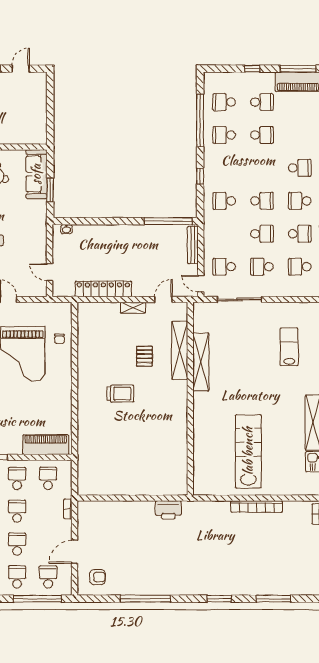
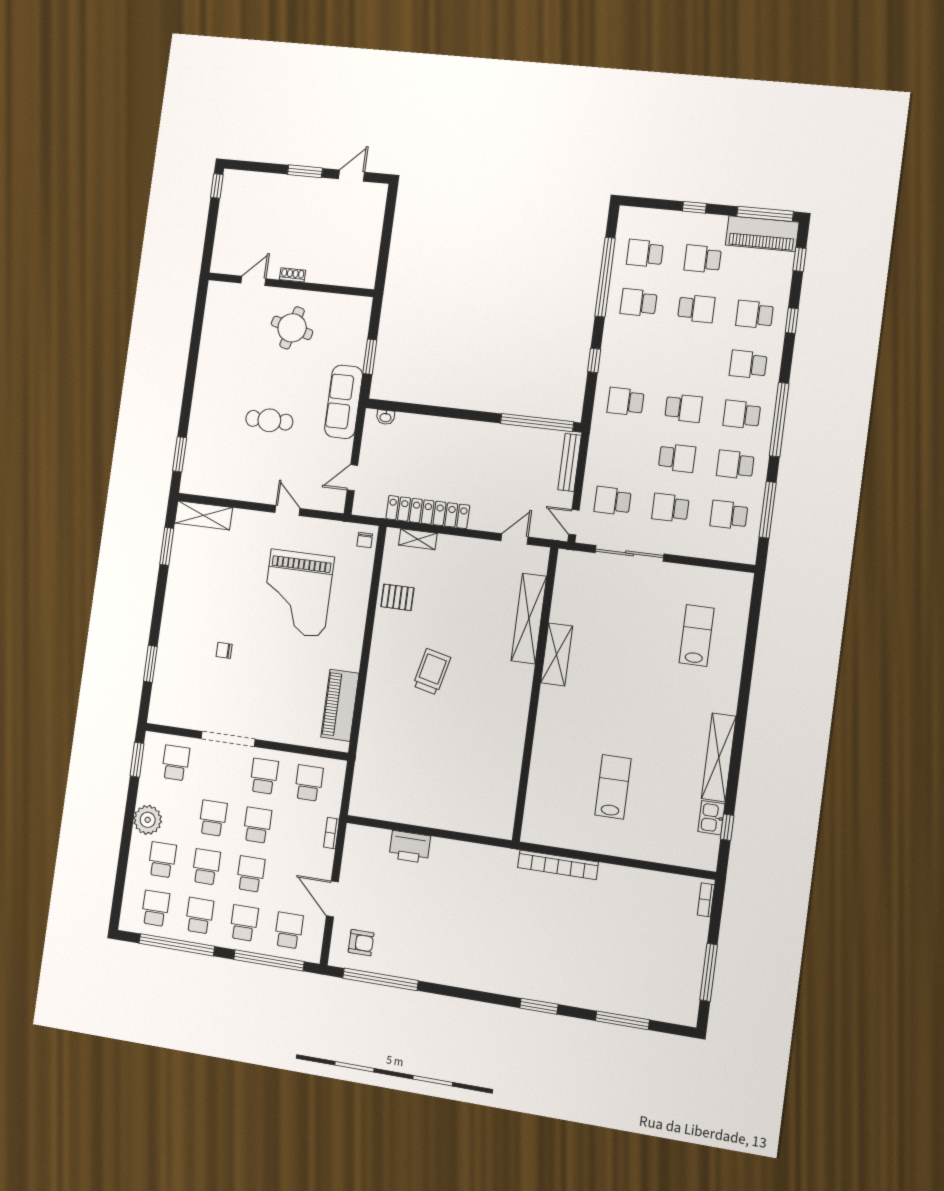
school desk: (262, 102) -> (703, 259), turned 180
school desk: (300, 135) -> (755, 314), added
school desk: (300, 168) -> (748, 364), turned 180
sofa: (36, 174) -> (344, 402), moved
school desk: (300, 234) -> (735, 465), turned 180
door: (50, 272) -> (352, 478), hinge flipped
shelving: (133, 308) -> (418, 539), moved
chair: (59, 339) -> (365, 540), moved
pallet: (144, 356) -> (397, 597), moved, turned 90
shelving: (201, 362) -> (557, 654), width x0.68
trolley: (120, 394) -> (432, 672), turned -77
piano: (46, 445) -> (340, 705), moved, turned -90
lab bench: (248, 451) -> (613, 787), width x0.54, depth x0.72
bookcase: (257, 507) -> (558, 865), moved
printer: (168, 510) -> (410, 847), moved
door: (75, 552) -> (332, 899), hinge flipped
window: (145, 599) -> (380, 979), moved

